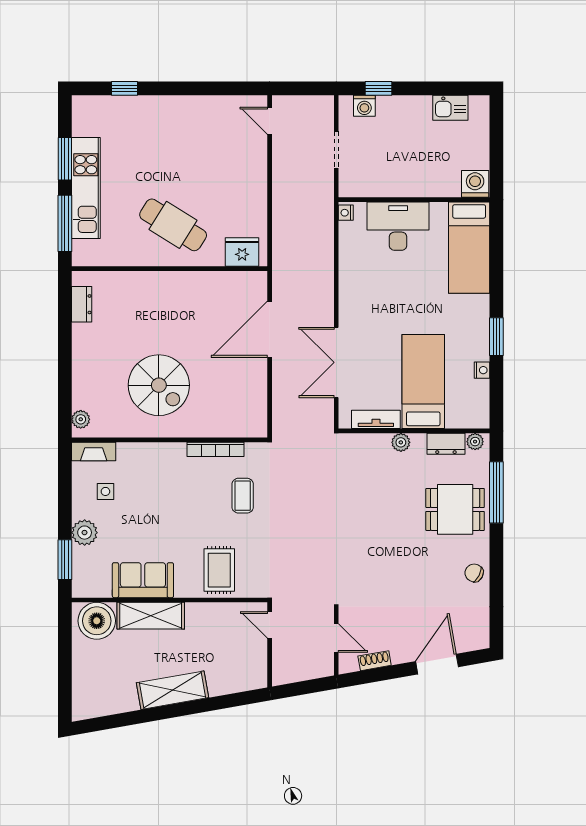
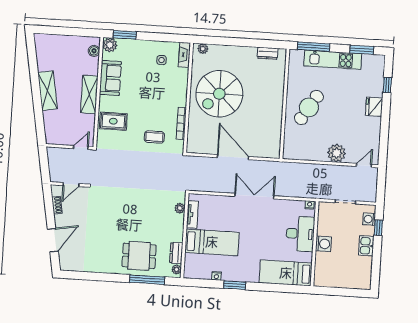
kitchen sink: (450, 108) -> (366, 246), moved
window: (65, 159) -> (362, 50), moved
plant: (251, 171) -> (336, 153), added
washing machine: (475, 184) -> (323, 244), moved
fridge: (242, 252) -> (374, 107), moved, turned 180
door: (270, 329) -> (233, 157), moved
double door: (336, 362) -> (254, 196), moved
spiral stairs: (159, 385) -> (219, 94), width x1.37, depth x1.37
plant: (401, 442) -> (180, 208), moved
dining table: (455, 509) -> (139, 256), turned 90
plant: (85, 533) -> (110, 45), moved
chair: (474, 573) -> (103, 264), removed
shelving: (151, 616) -> (89, 94), moved
boiler: (97, 621) -> (94, 51), width x0.54, depth x0.54
door: (437, 664) -> (53, 240), hinge flipped

